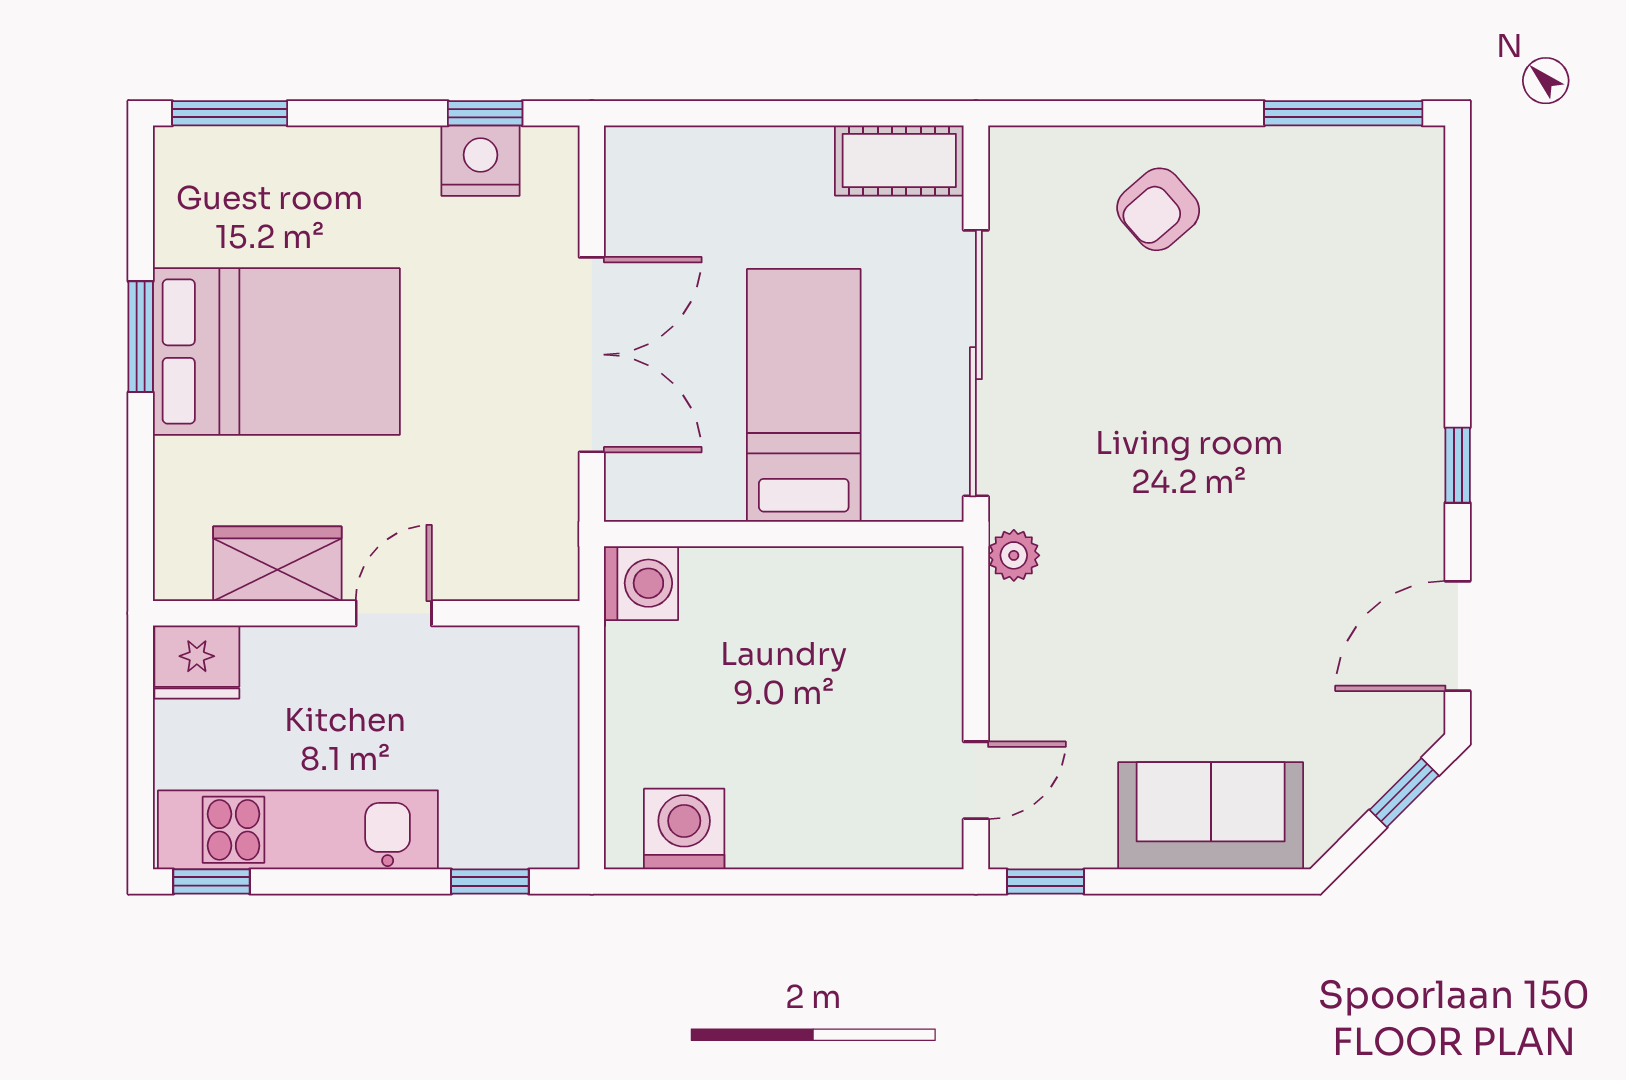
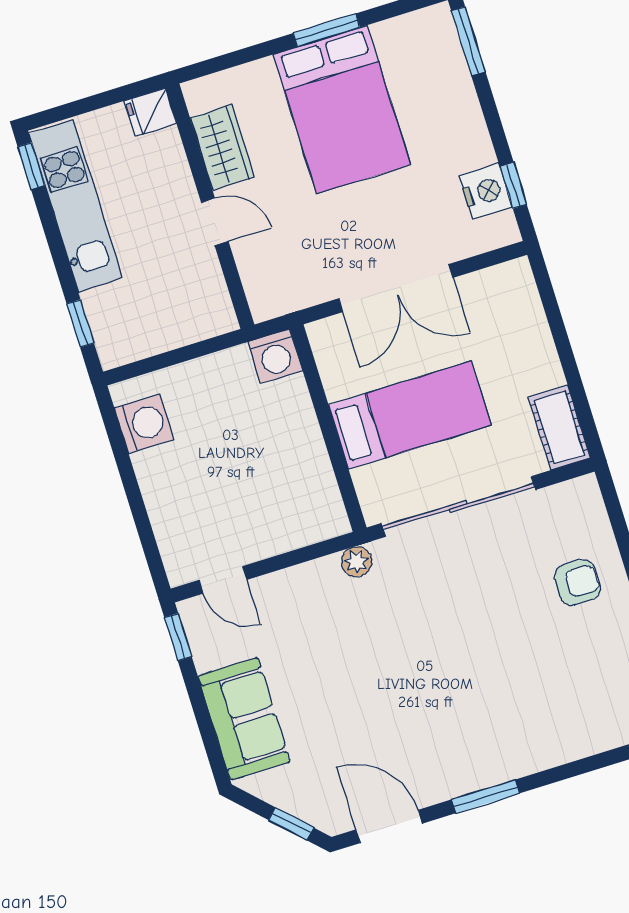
armchair: (1158, 209) -> (577, 582), turned 131
window: (1458, 465) -> (486, 796), width x1.50
fridge: (197, 662) -> (151, 112), width x0.72

